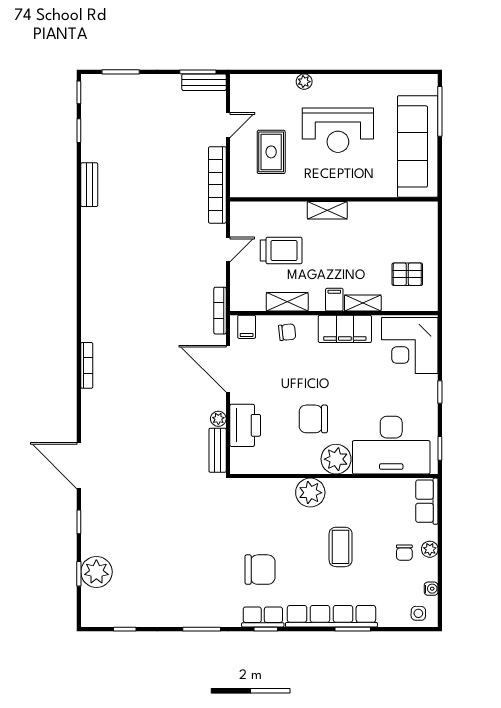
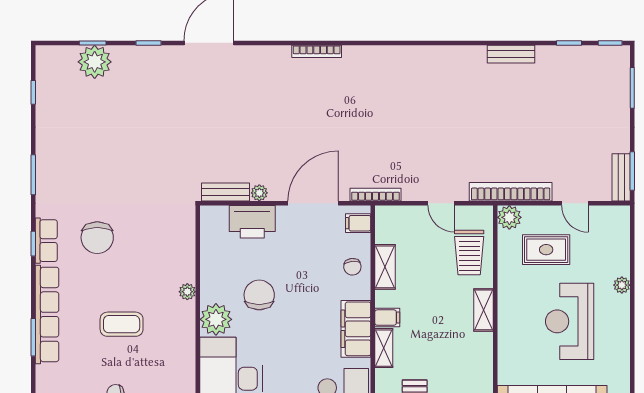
plant: (241, 186) -> (509, 217), added
trolley: (281, 250) -> (469, 253), moved
plant: (310, 493) -> (187, 292), width x0.53, depth x0.53

